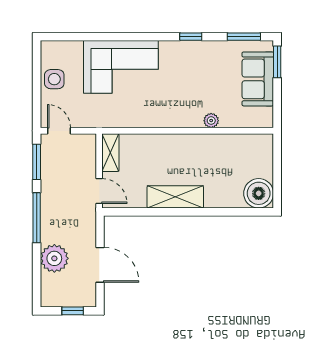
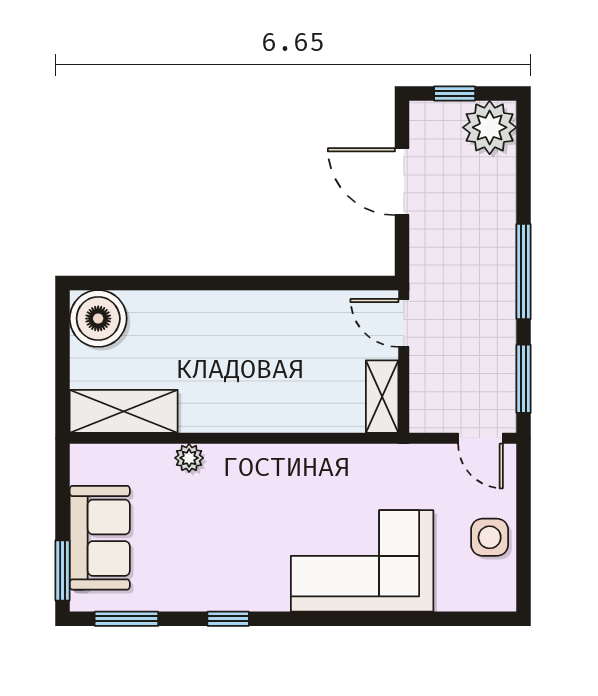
shelving: (175, 197) -> (124, 411), moved
plant: (54, 258) -> (490, 127), moved

